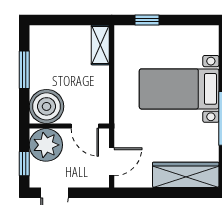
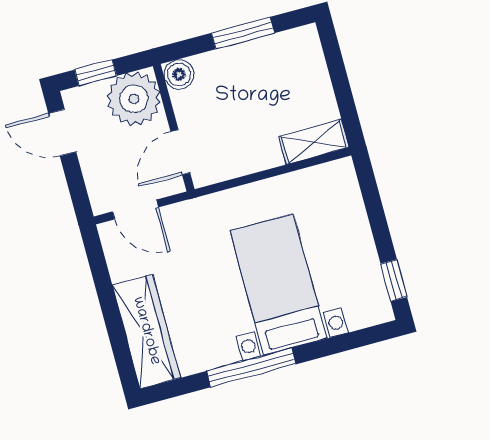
window: (147, 20) -> (394, 280), moved
boiler: (47, 106) -> (179, 74), width x0.54, depth x0.54

